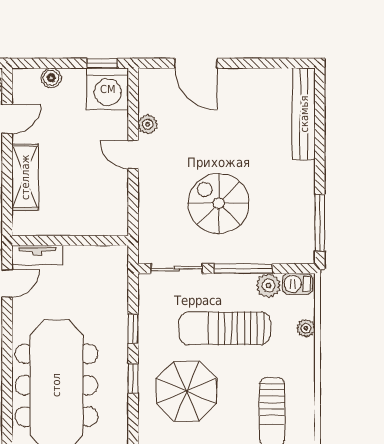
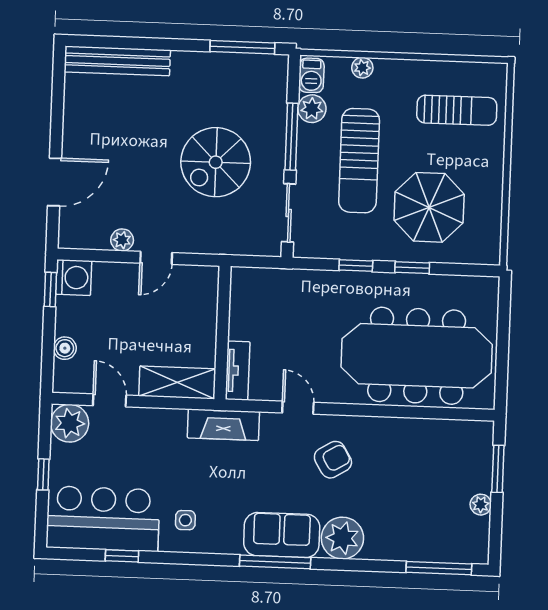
washing machine: (108, 89) -> (74, 277), width x0.73, depth x0.73
wall: (70, 241) -> (222, 333), moved
tv unit: (37, 255) -> (238, 371), moved

